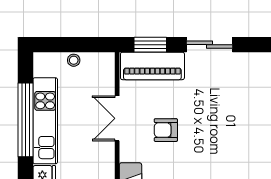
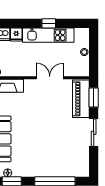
window: (26, 120) -> (49, 23), width x0.32
armchair: (166, 130) -> (43, 107), removed

